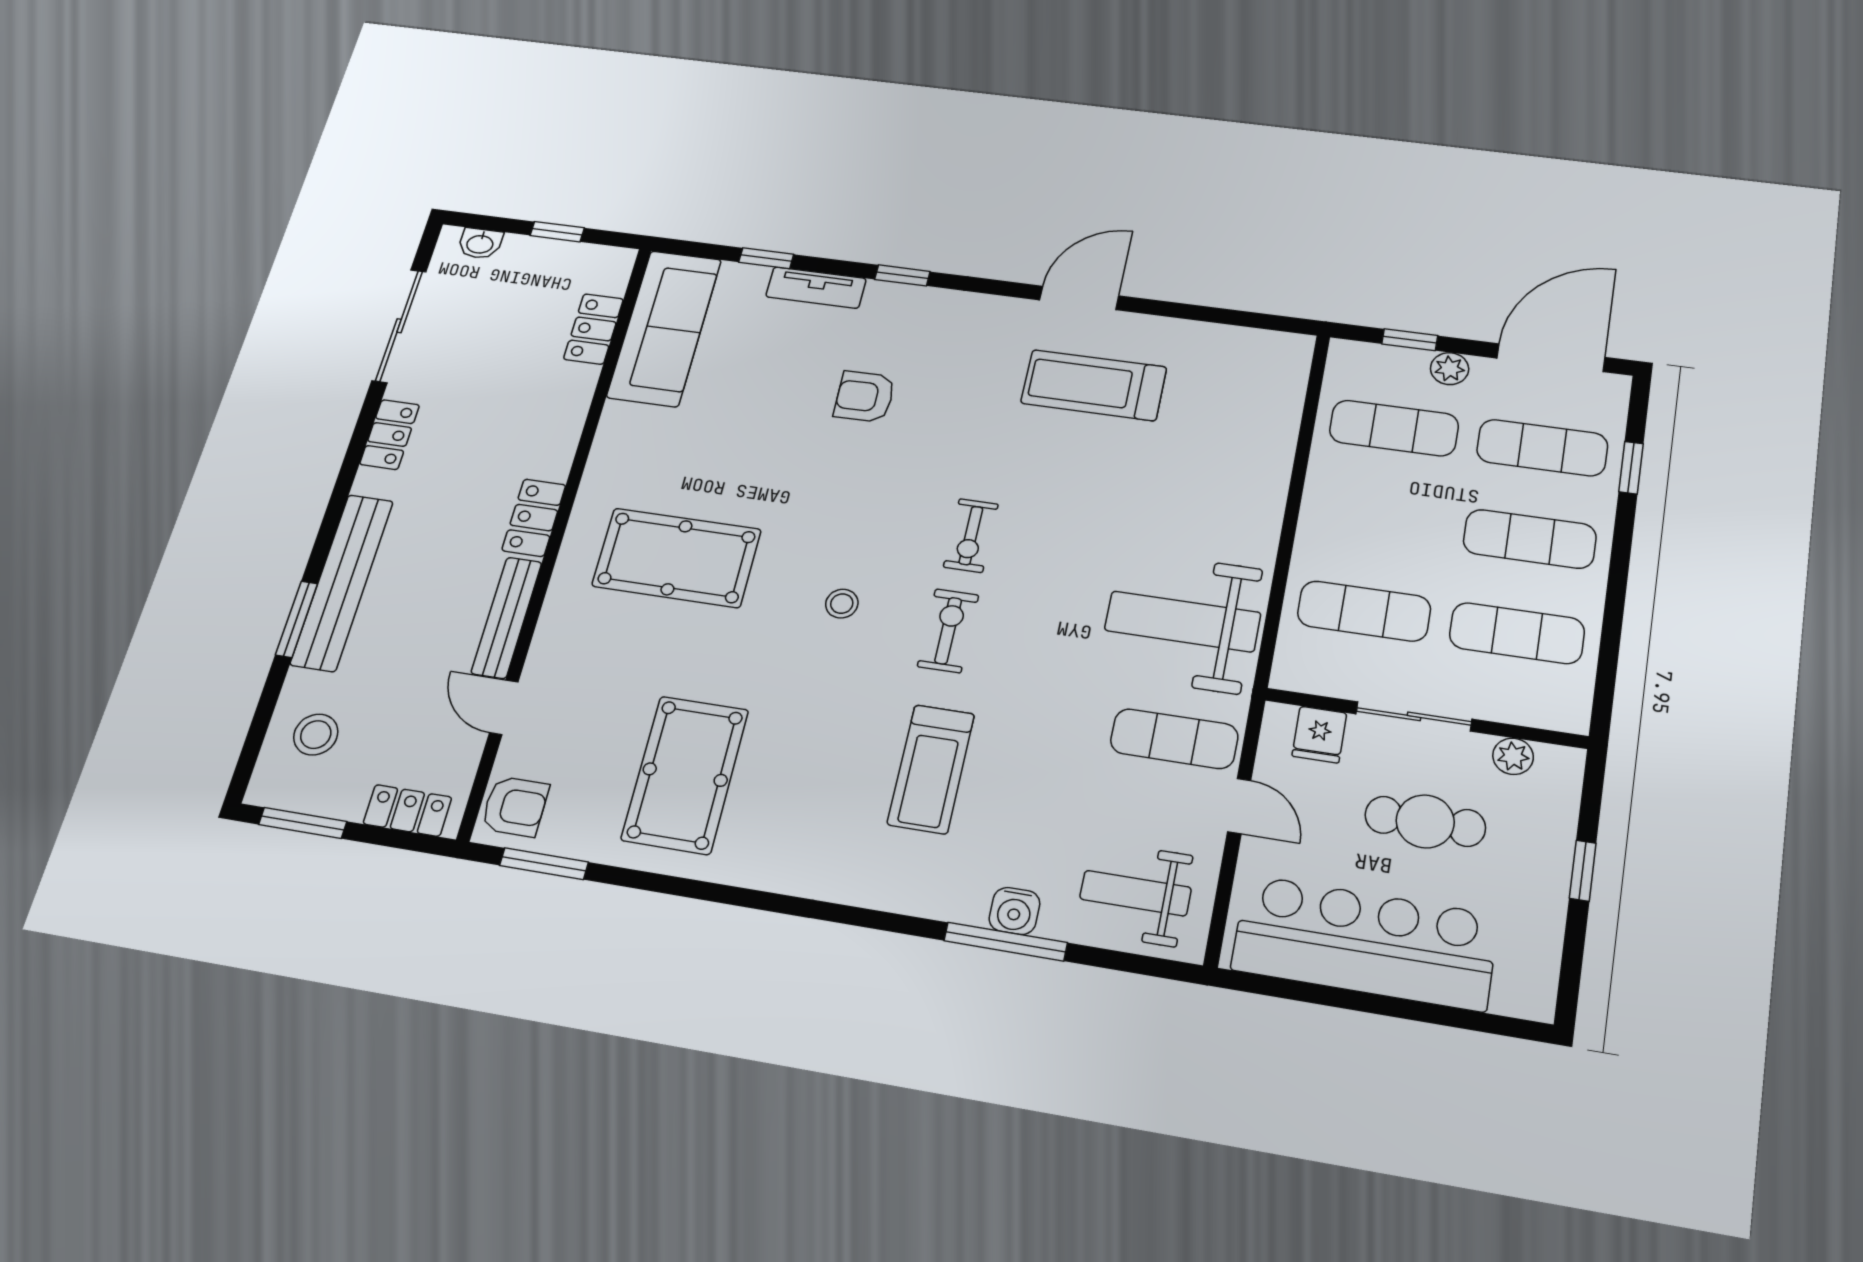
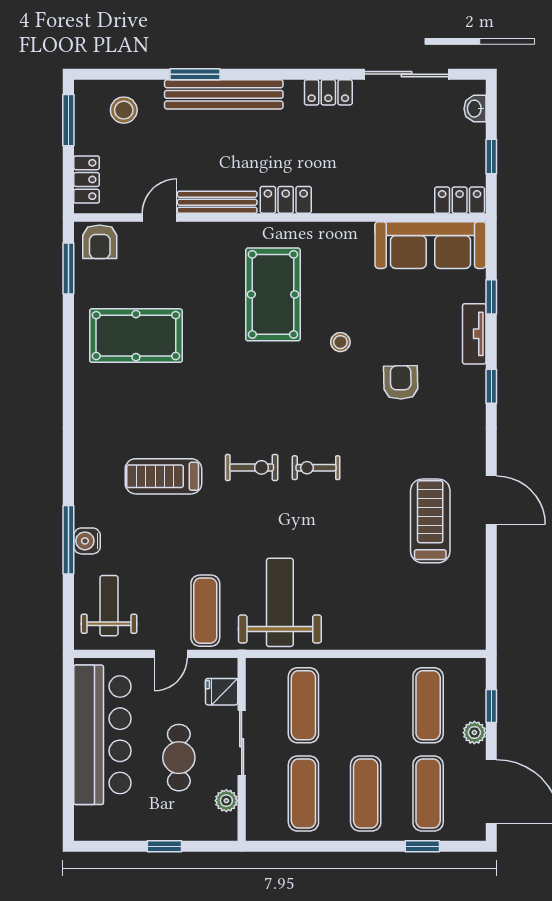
locker: (594, 329) -> (460, 200), moved
stool: (842, 604) -> (340, 342), moved

